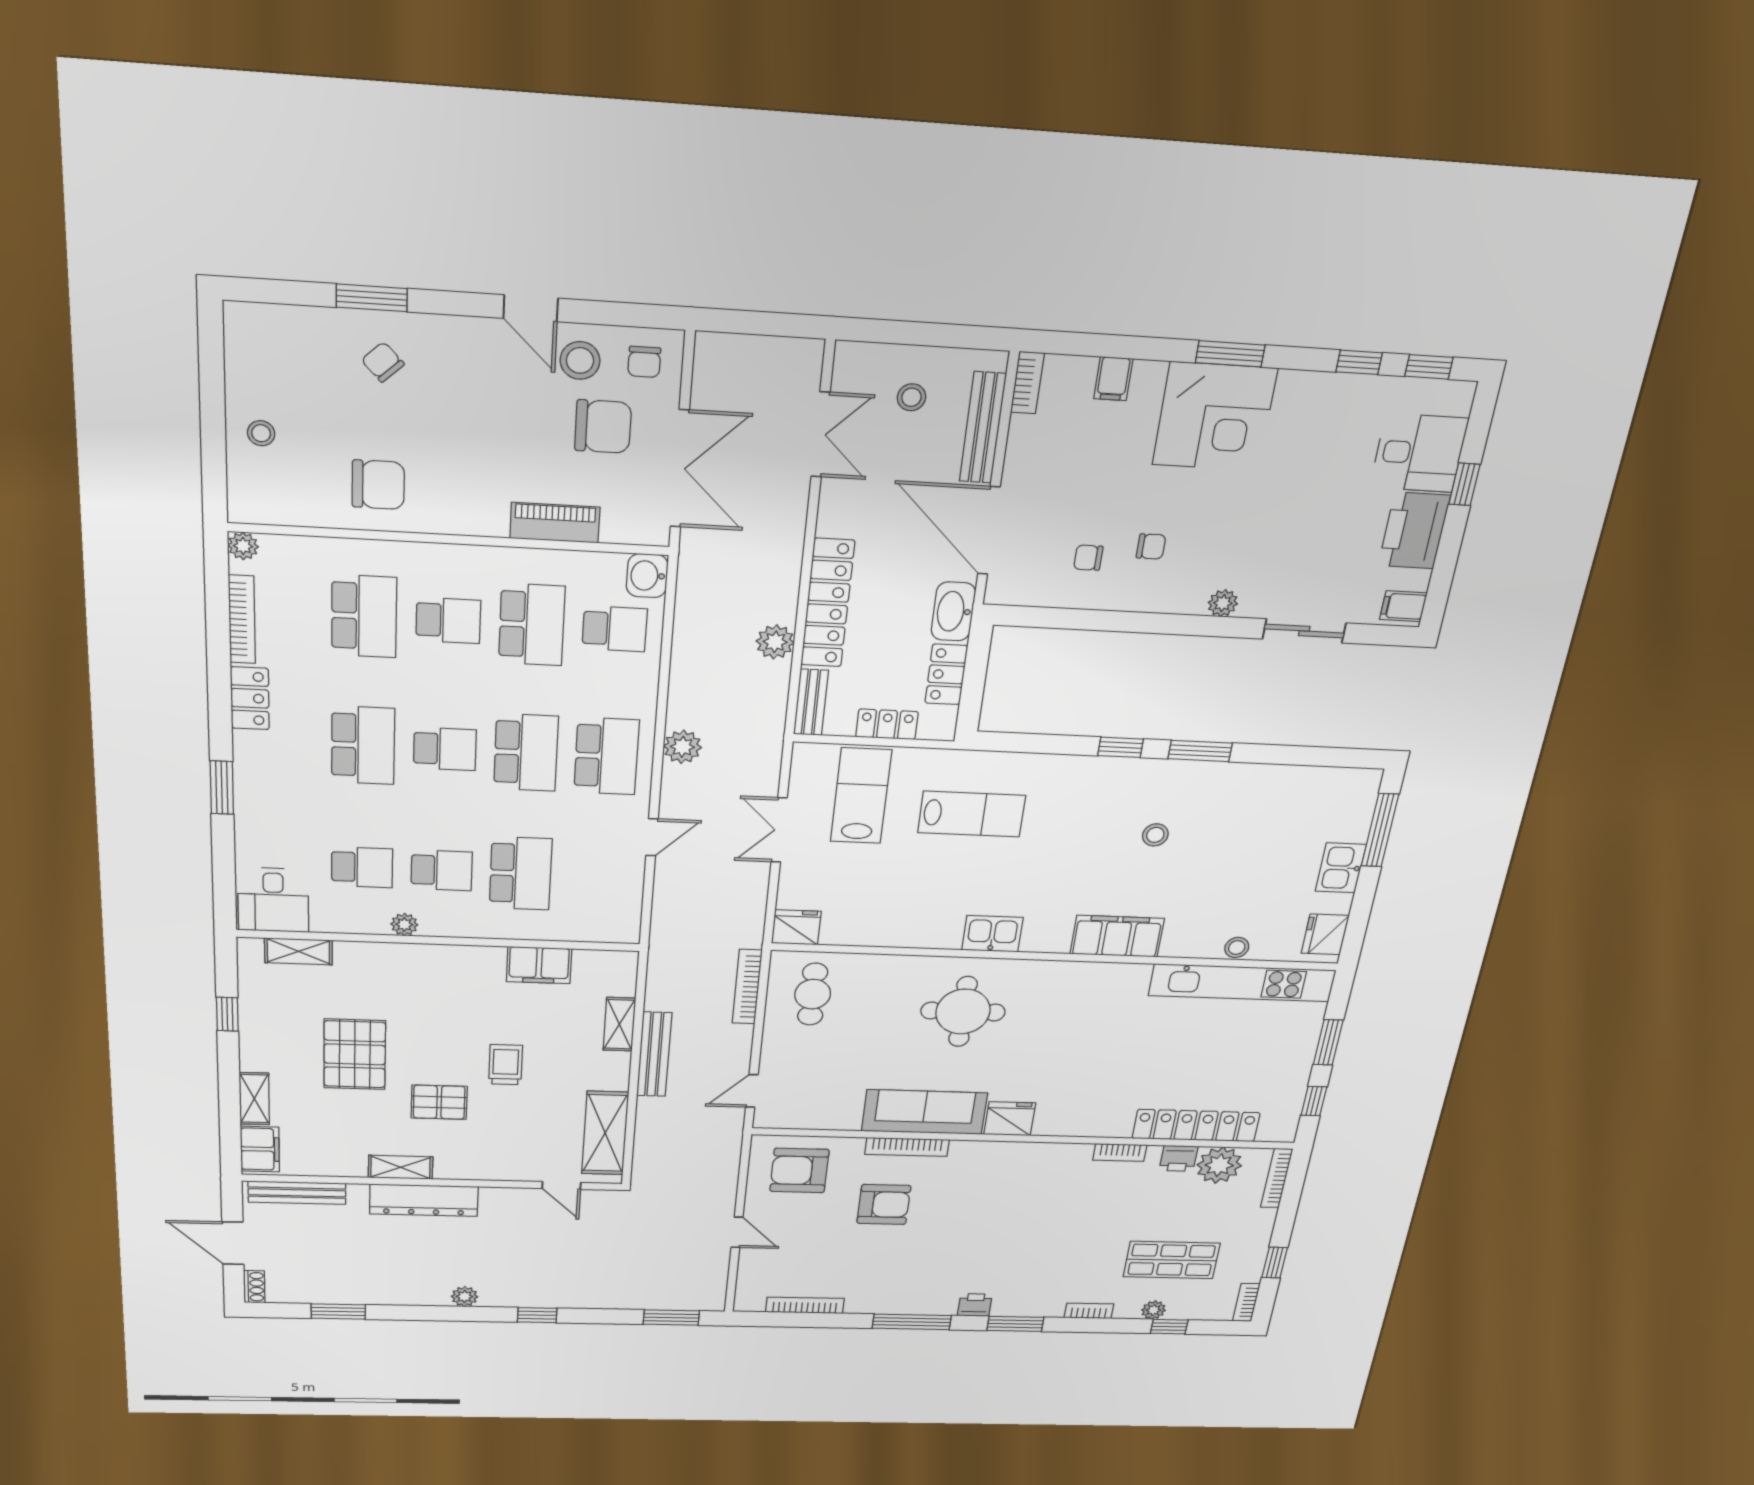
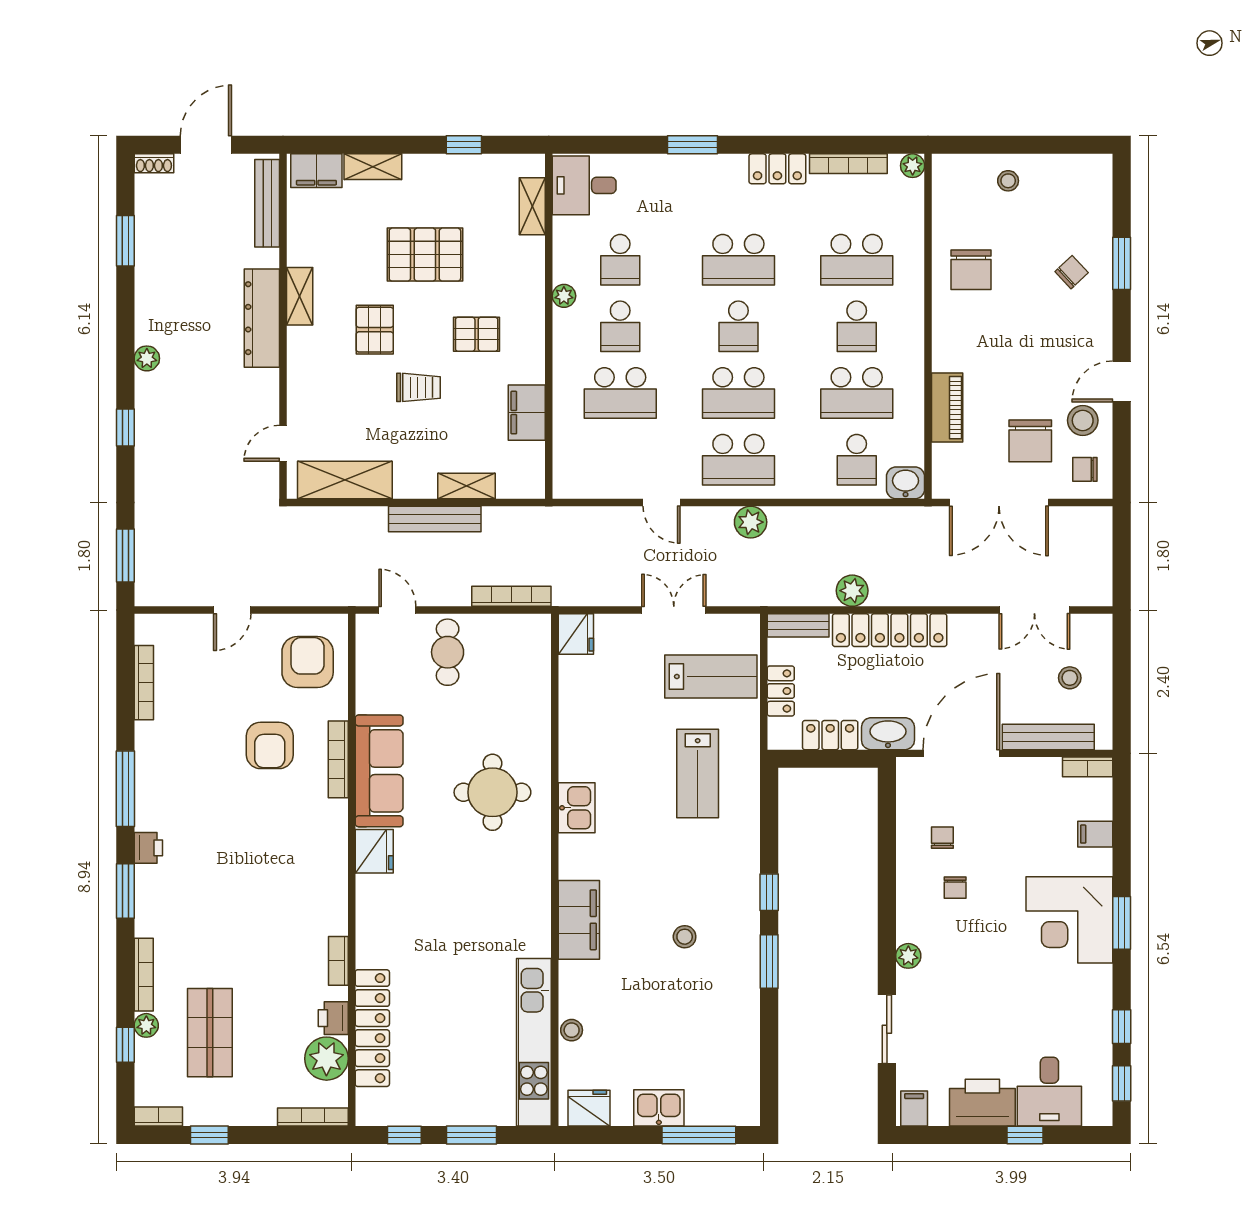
cafe table: (813, 994) -> (448, 652), moved, turned 90
pallet: (447, 1009) -> (477, 334), added
bookcase: (1089, 1311) -> (144, 975), width x1.56

